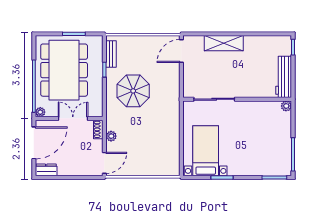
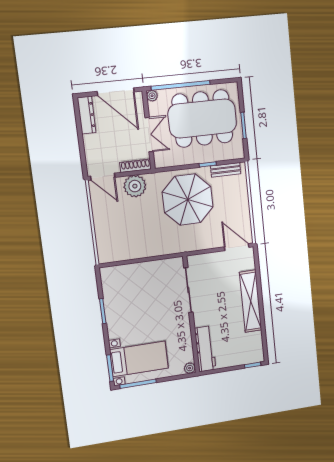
shelving: (224, 43) -> (251, 301), width x1.47
workbench: (284, 77) -> (205, 349), moved, turned 90
parasol: (133, 91) -> (188, 200), width x1.36, depth x1.36
shoe rack: (98, 129) -> (136, 166), width x1.43
plant: (111, 136) -> (135, 186), width x1.87, depth x1.87
bed with nightstands: (206, 151) -> (139, 359), moved
dresser: (46, 170) -> (87, 115), width x1.44

